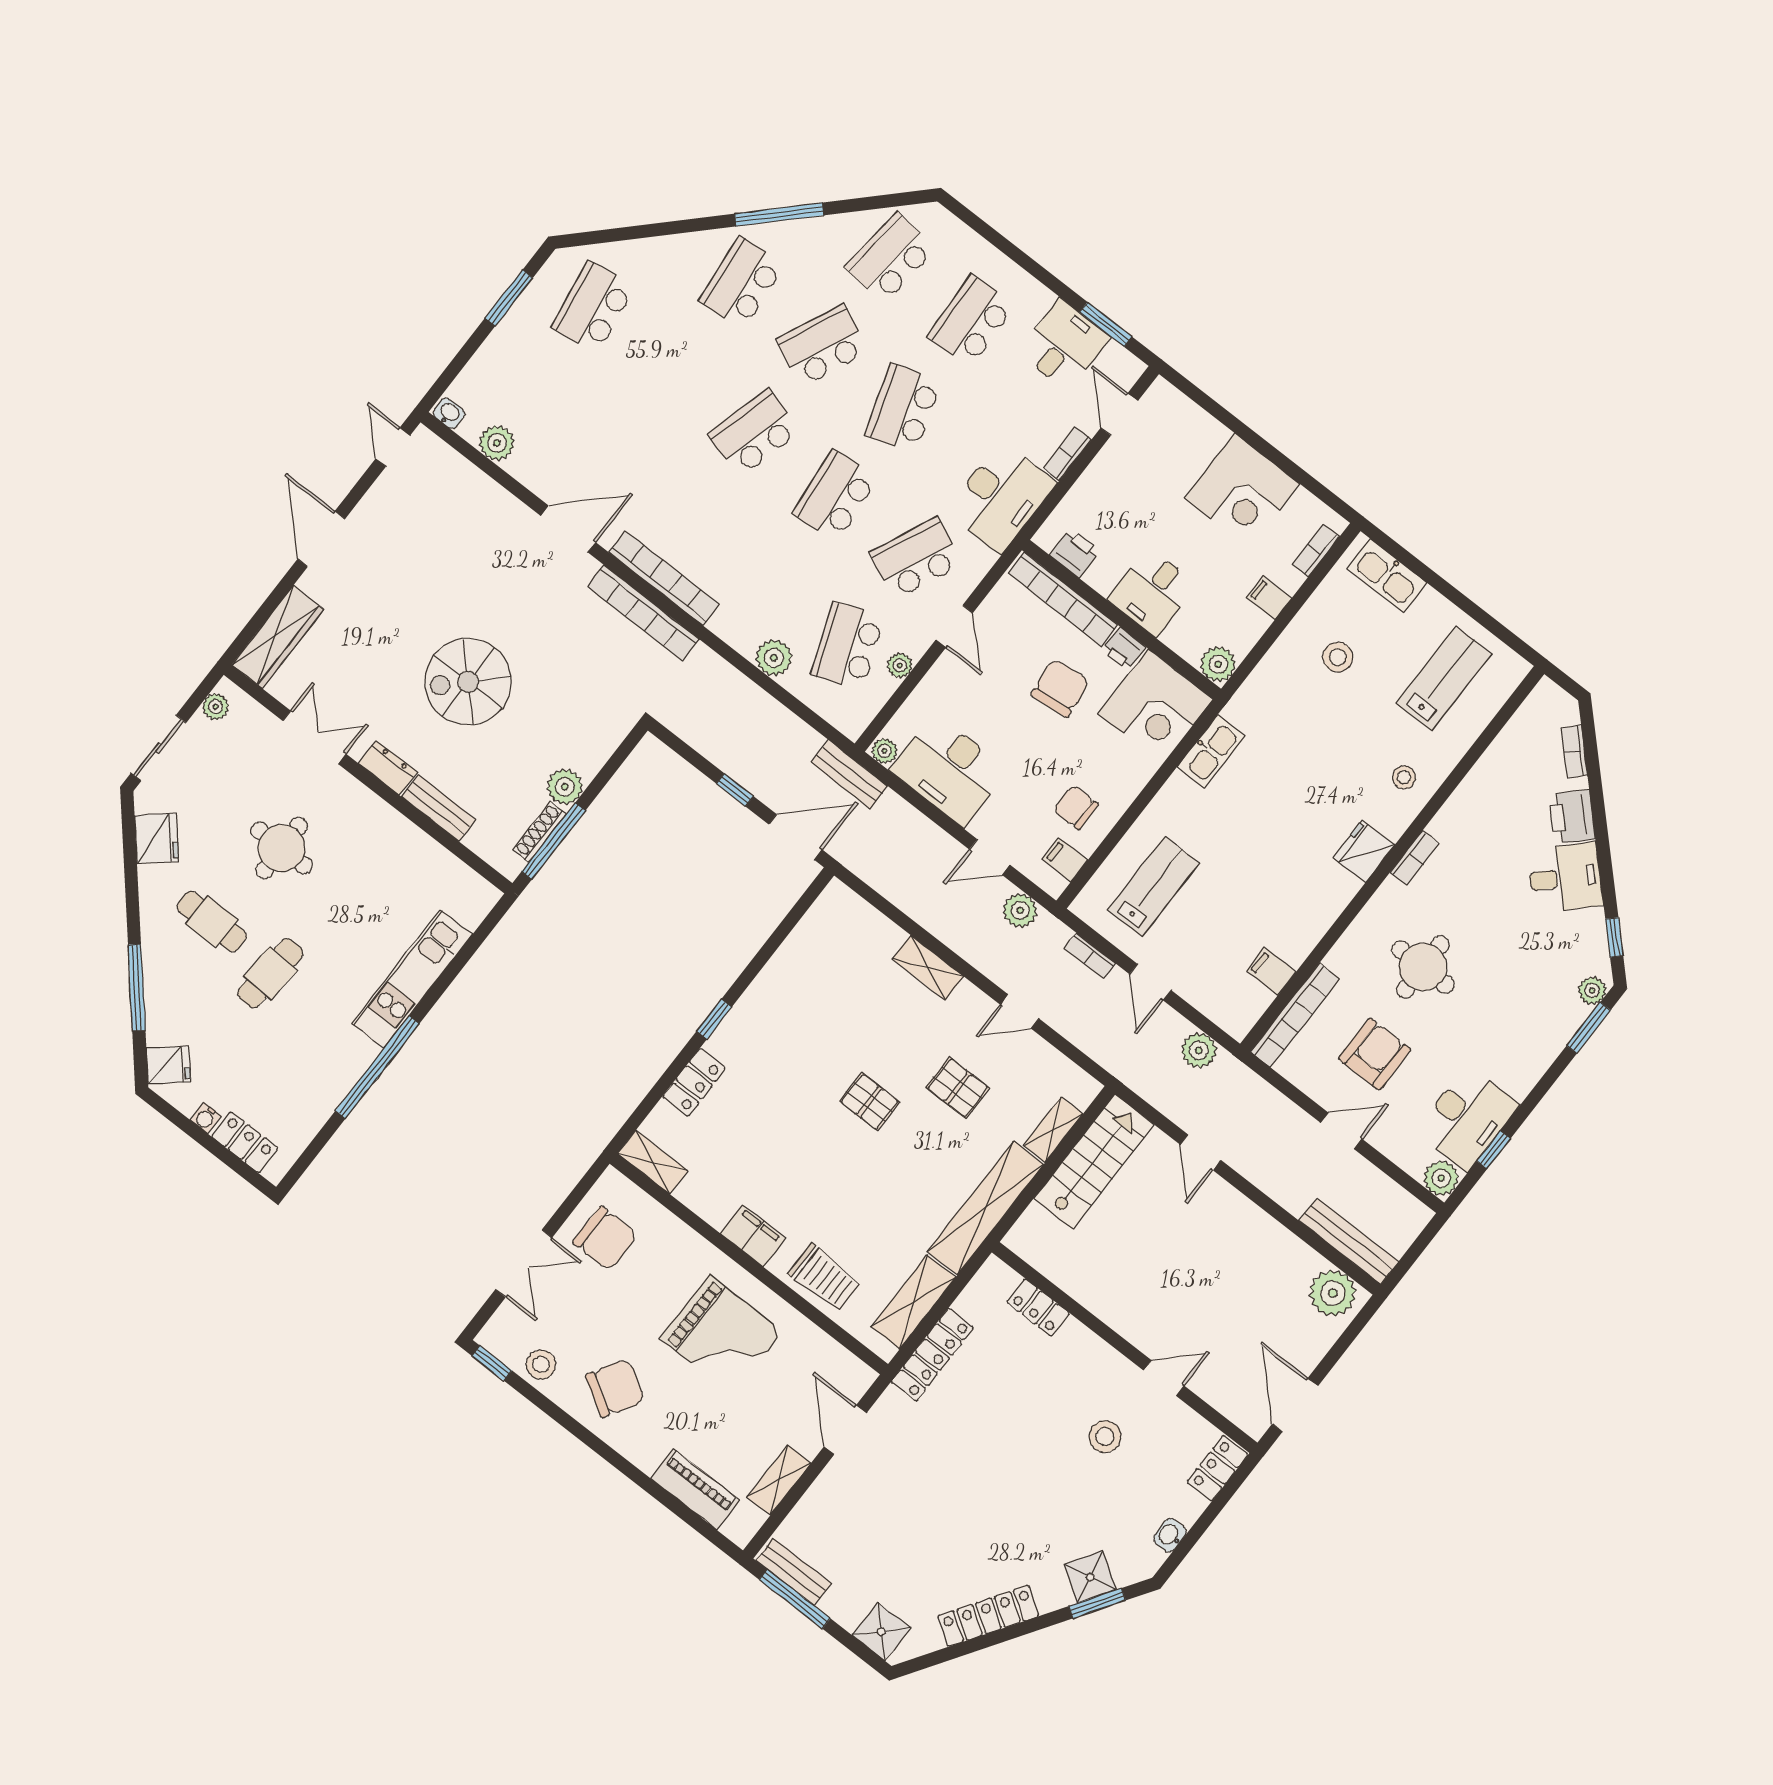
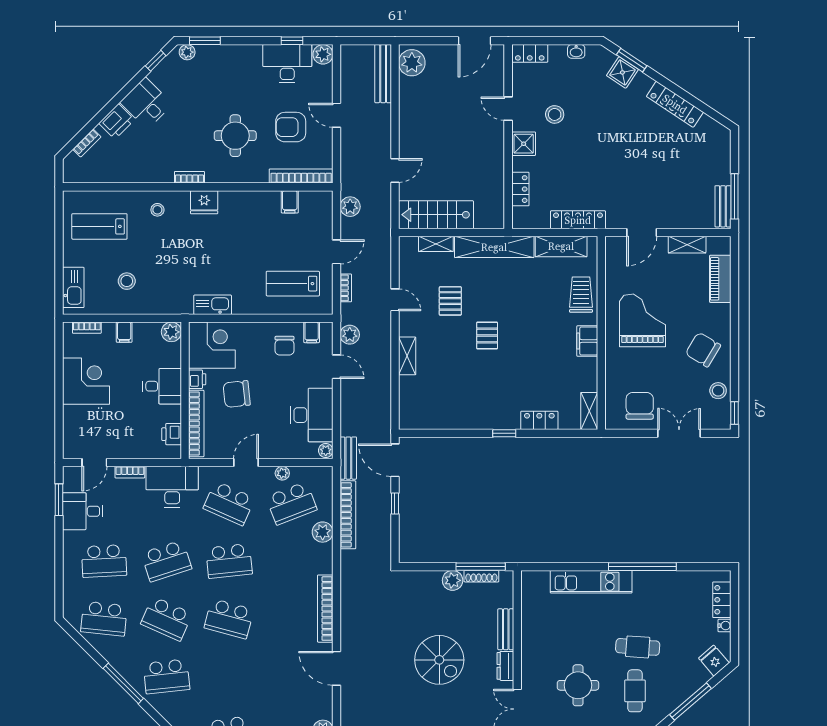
bookcase: (643, 613) -> (348, 515), moved
shower: (881, 1632) -> (524, 144), moved

